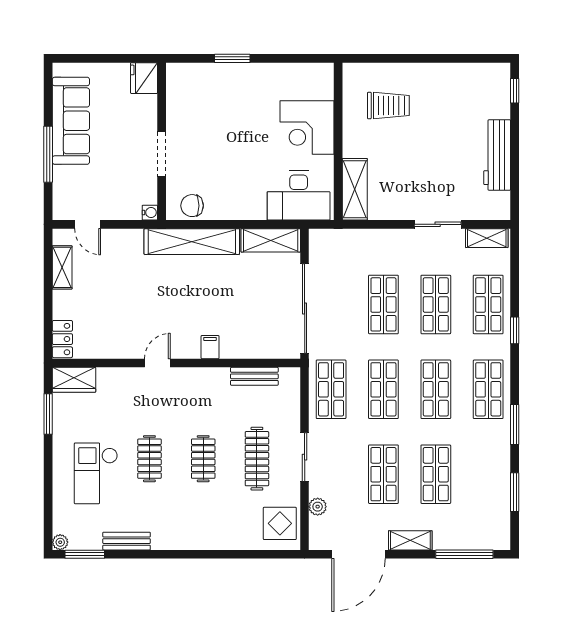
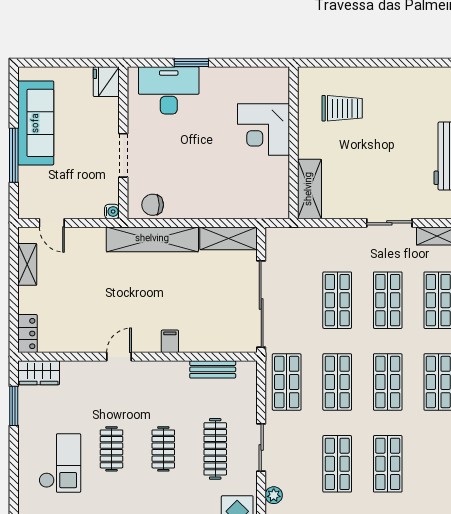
desk: (299, 196) -> (169, 90), moved, turned 180
checkout: (96, 473) -> (60, 463), turned 180

